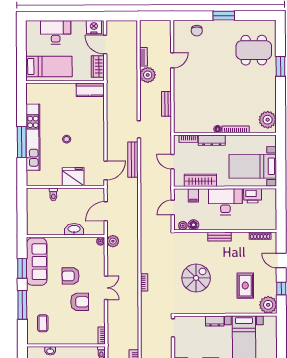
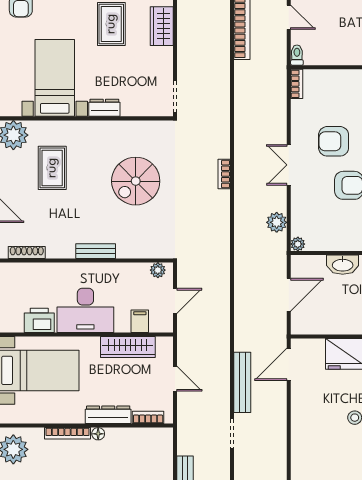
floor lamp: (193, 225) -> (140, 271), removed
plant: (113, 241) -> (277, 222), moved

